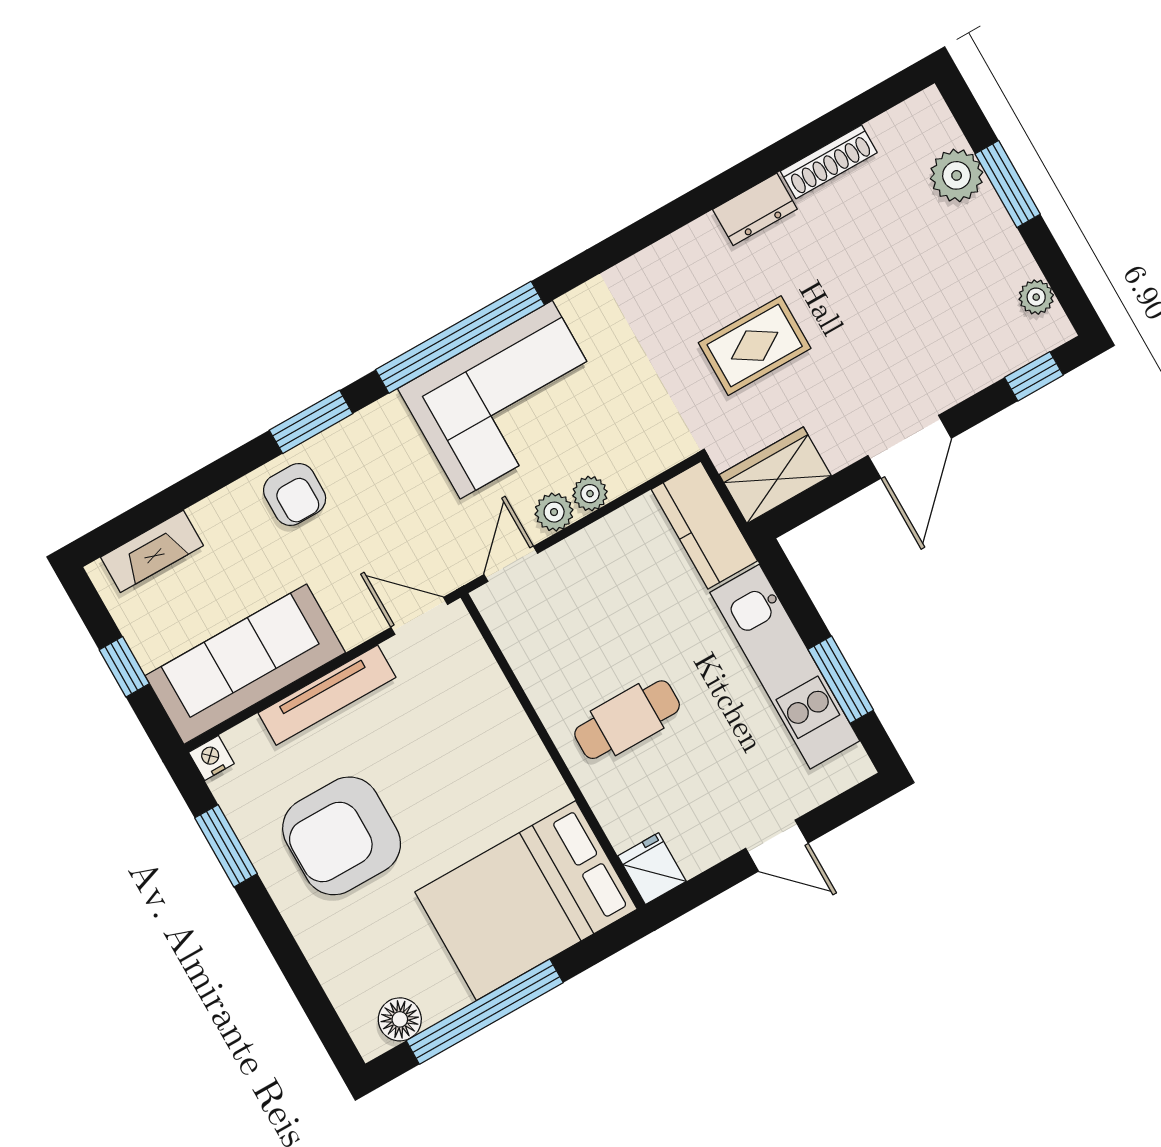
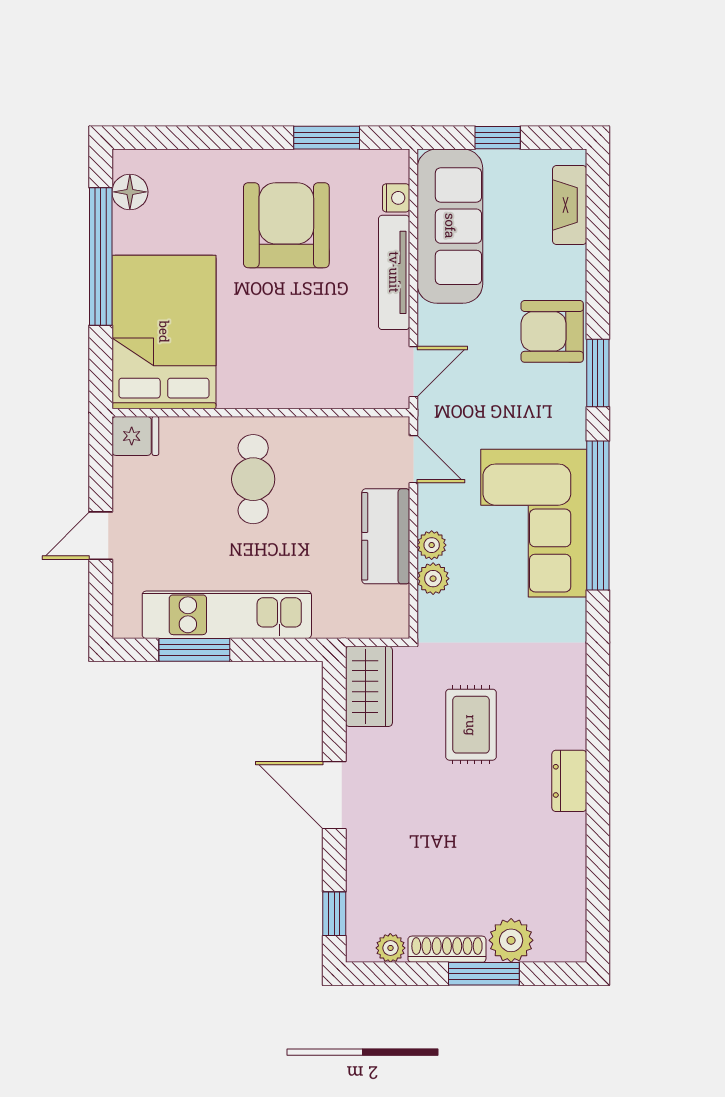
shoe rack: (829, 162) -> (447, 949), moved, turned 90
armchair: (295, 494) -> (552, 331), width x1.38, depth x1.38
plant: (554, 512) -> (433, 579), moved
kitchen counter: (704, 525) -> (386, 536), moved, turned -90
nightstand: (211, 758) -> (396, 198), moved

